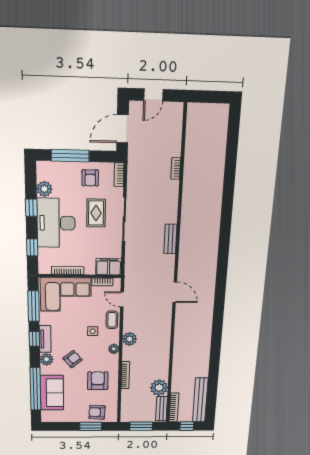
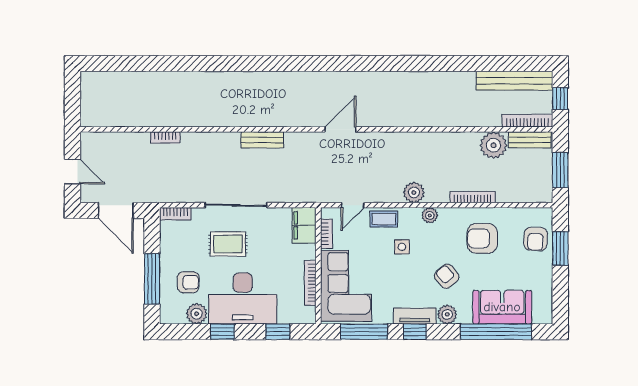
armchair: (90, 178) -> (188, 282), moved

